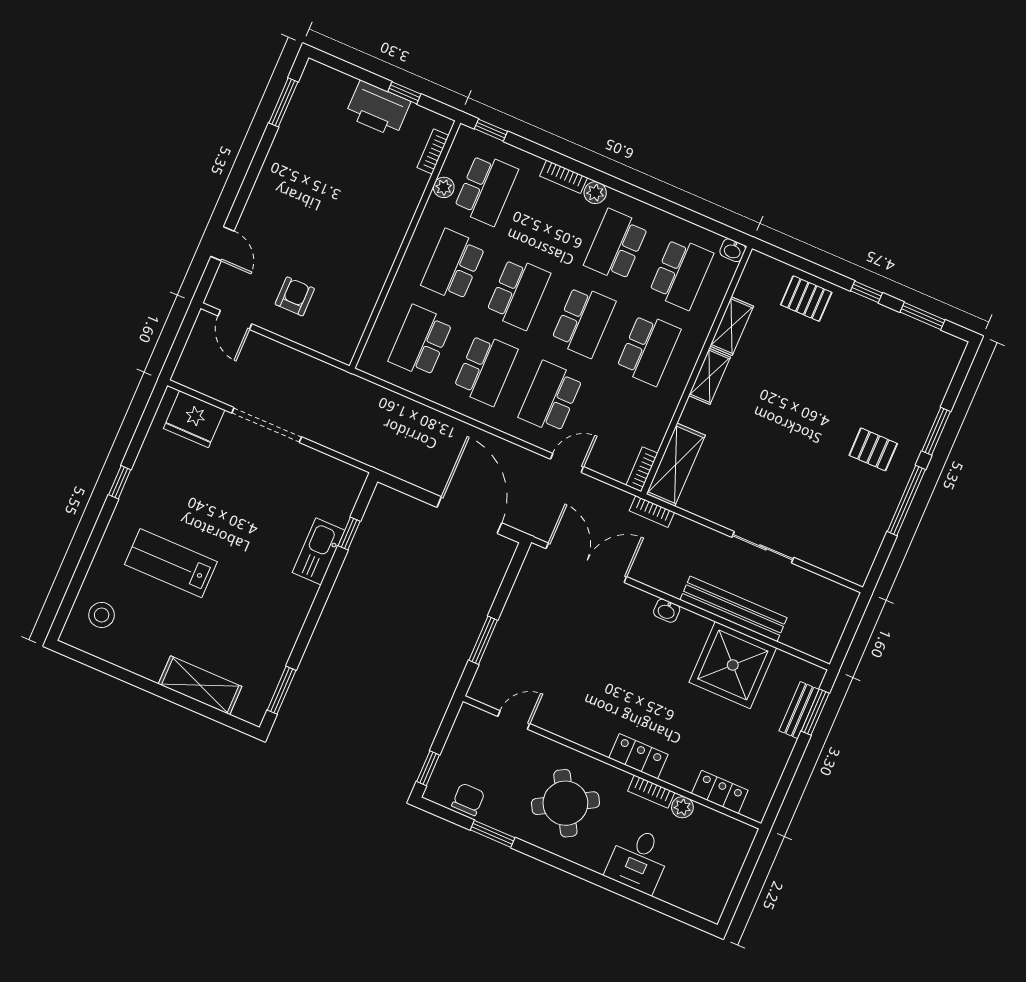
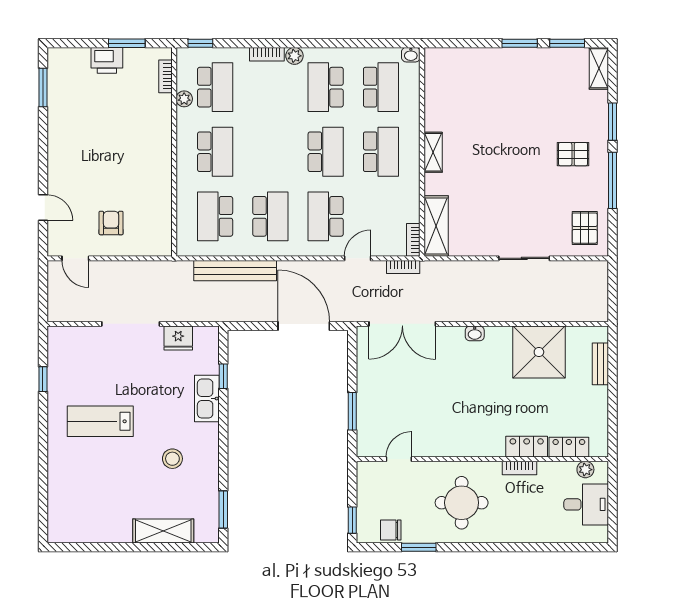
window: (404, 93) -> (127, 43), width x1.50
printer: (378, 109) -> (107, 60), width x0.73, depth x0.84
school desk: (453, 265) -> (215, 152), turned 180
window: (867, 292) -> (520, 43), width x1.50
school desk: (518, 293) -> (270, 152), removed
pallet: (806, 299) -> (585, 228), moved, turned 90
shelving: (732, 326) -> (599, 68), moved
fridge: (194, 419) -> (178, 338), moved, width x0.73, depth x0.75
window: (120, 482) -> (43, 379), moved
bookcase: (652, 512) -> (403, 267), moved
lab bench: (171, 563) -> (100, 421), moved
double door: (586, 563) -> (402, 324), swing flipped
bench: (733, 609) -> (235, 271), moved
stool: (102, 615) -> (172, 459), moved
window: (815, 712) -> (613, 360), removed
locker: (638, 756) -> (527, 447), moved
chair: (468, 799) -> (391, 530), turned -90
round table: (565, 803) -> (462, 503), turned 30
plant: (682, 807) -> (585, 470), moved
desk: (638, 860) -> (586, 504), moved, turned -90

